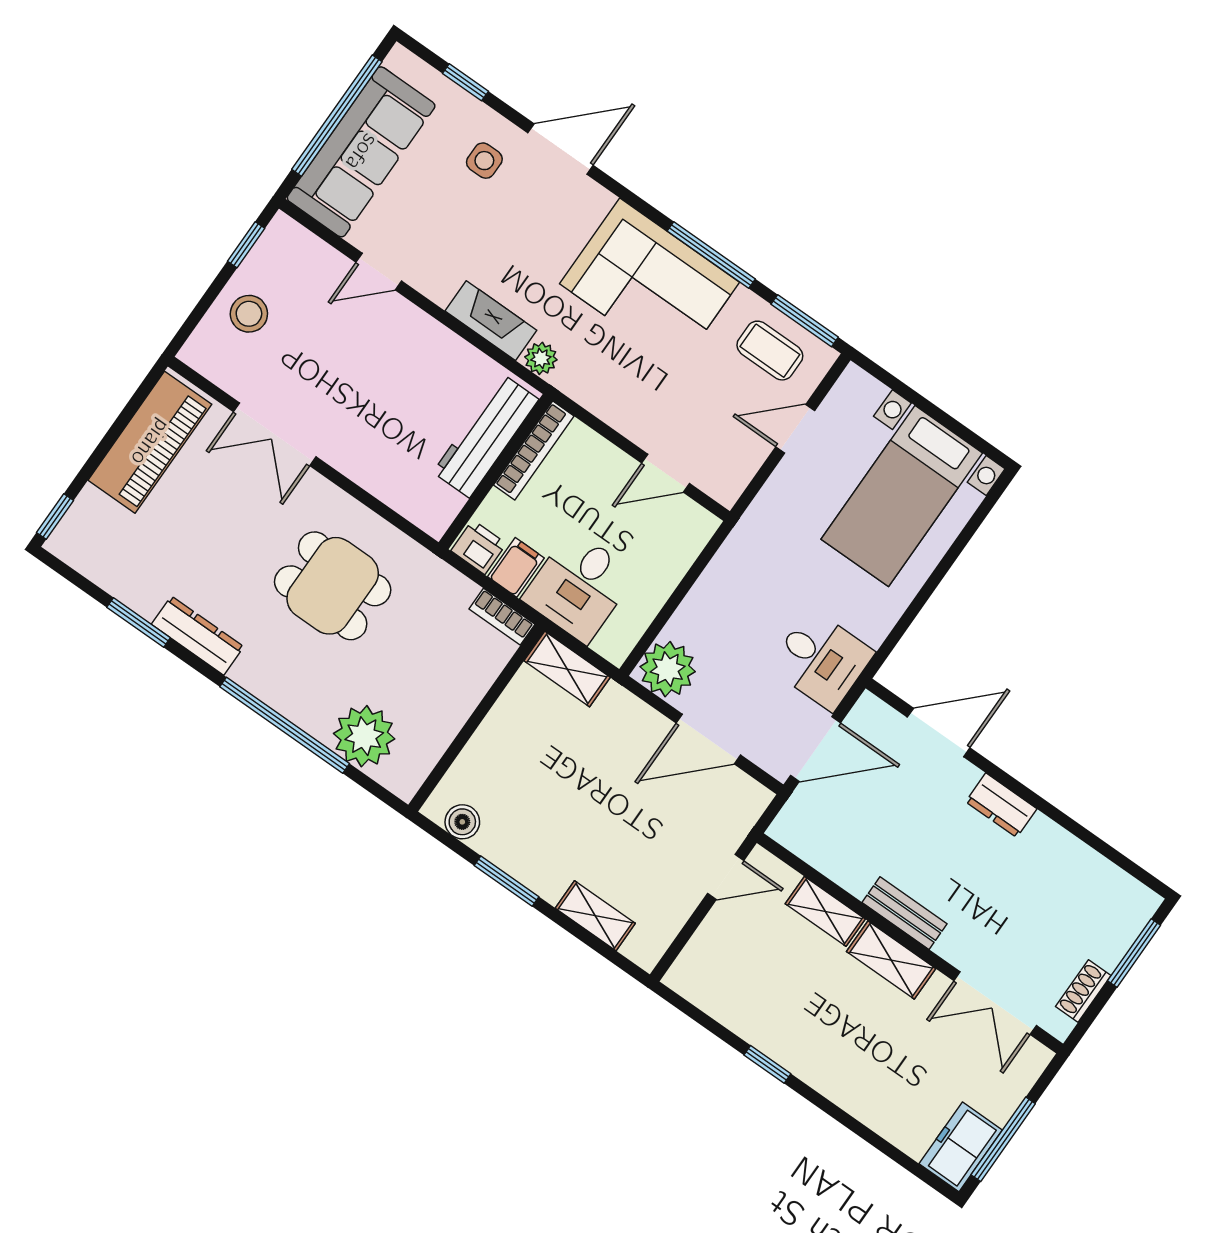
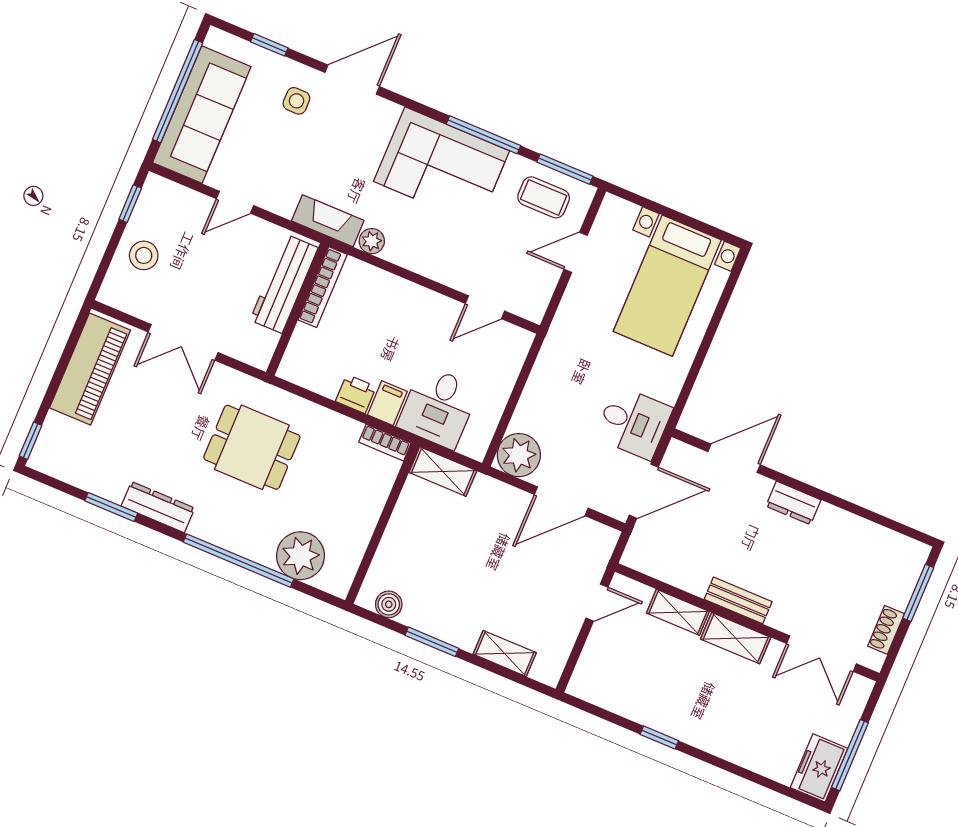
workbench: (486, 436) -> (284, 284), moved
bookcase: (534, 451) -> (323, 287), moved
wall: (496, 472) -> (297, 309), moved

